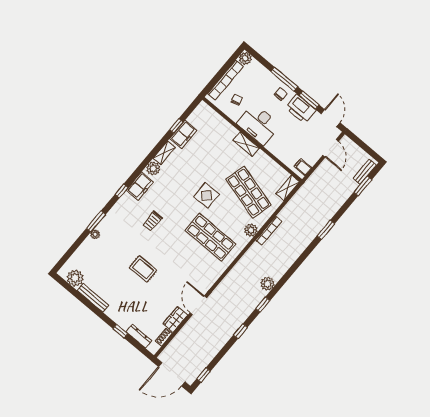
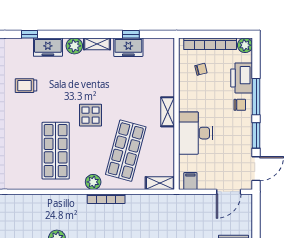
printer: (301, 109) -> (242, 78), moved
desk: (259, 124) -> (195, 133), moved

